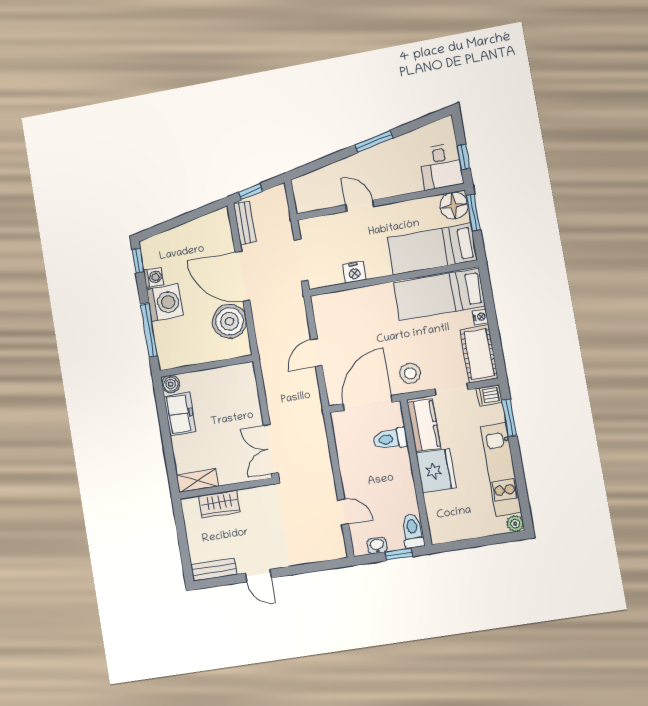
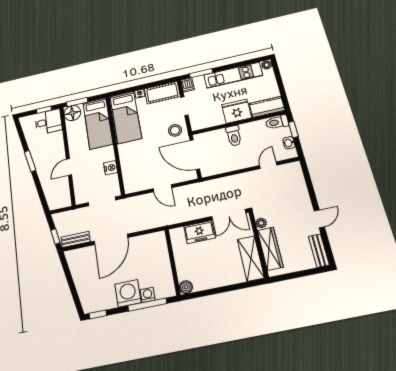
washing machine: (154, 277) -> (148, 295), moved
boiler: (230, 321) -> (141, 247), removed
freezer: (180, 414) -> (199, 232), moved, turned 180
kitchen counter: (424, 425) -> (267, 107), moved
toilet: (390, 439) -> (234, 136), moved
shelving: (197, 481) -> (251, 258), width x1.50, depth x1.33
plant: (256, 494) -> (261, 223), added
wardrobe: (219, 504) -> (270, 249), width x1.50

